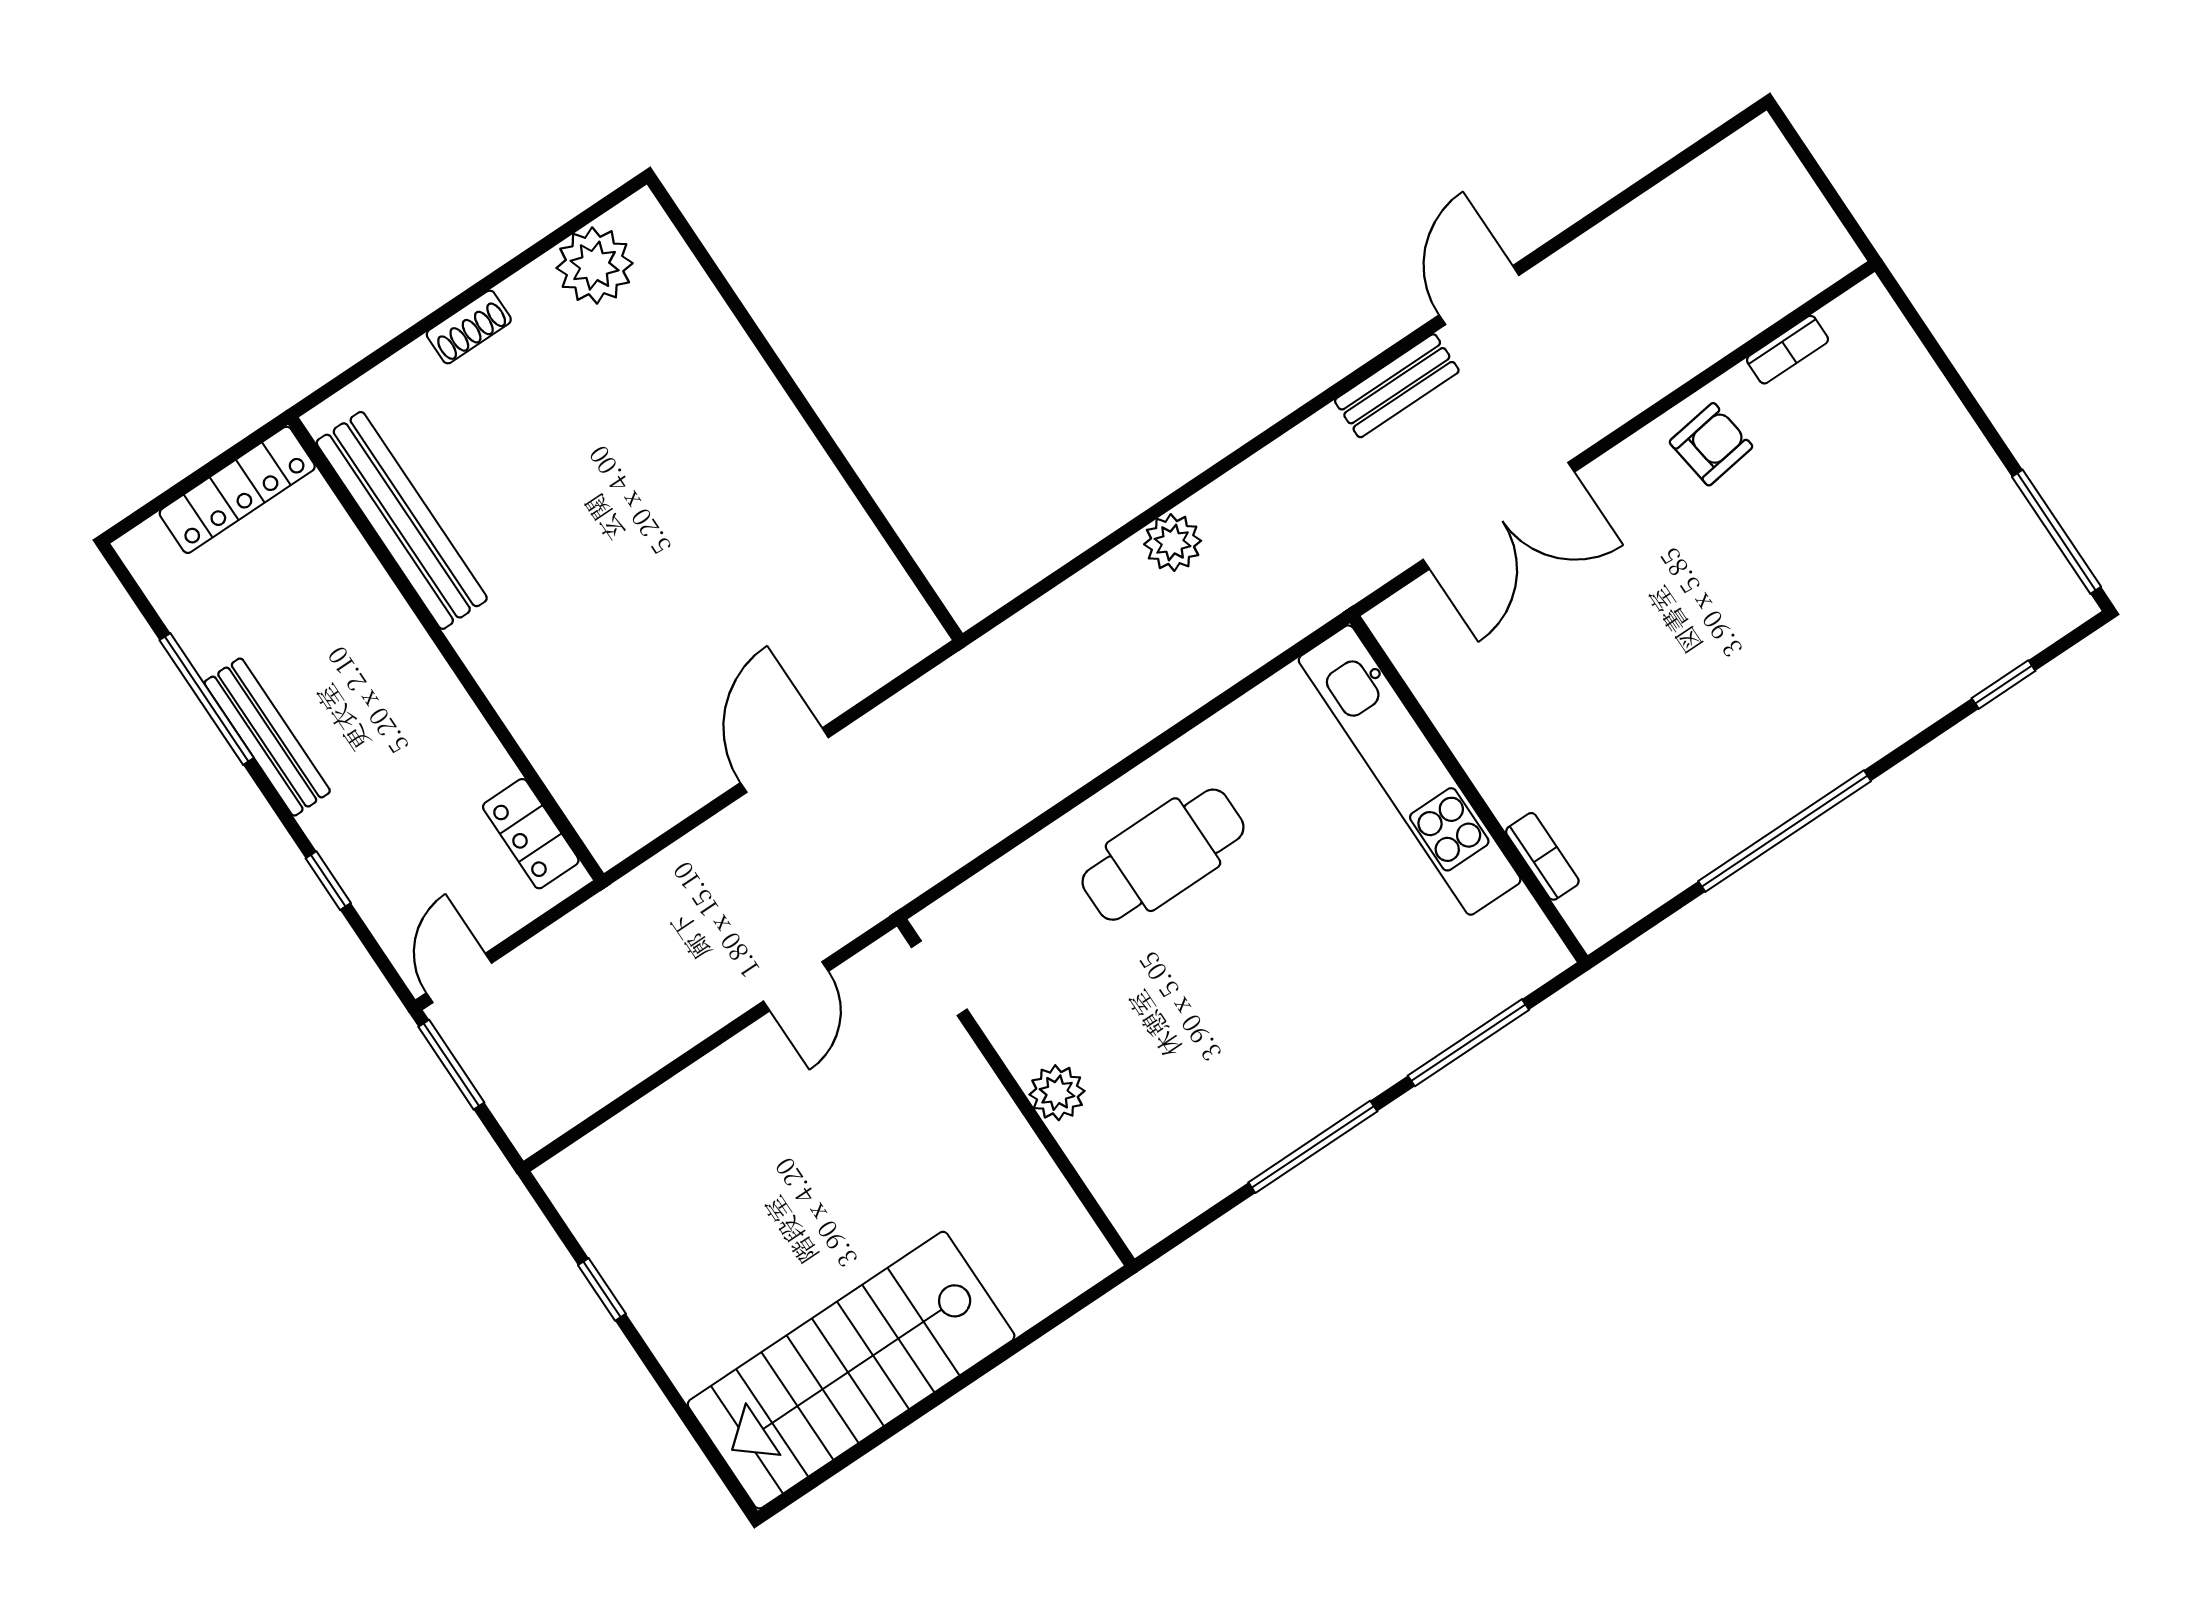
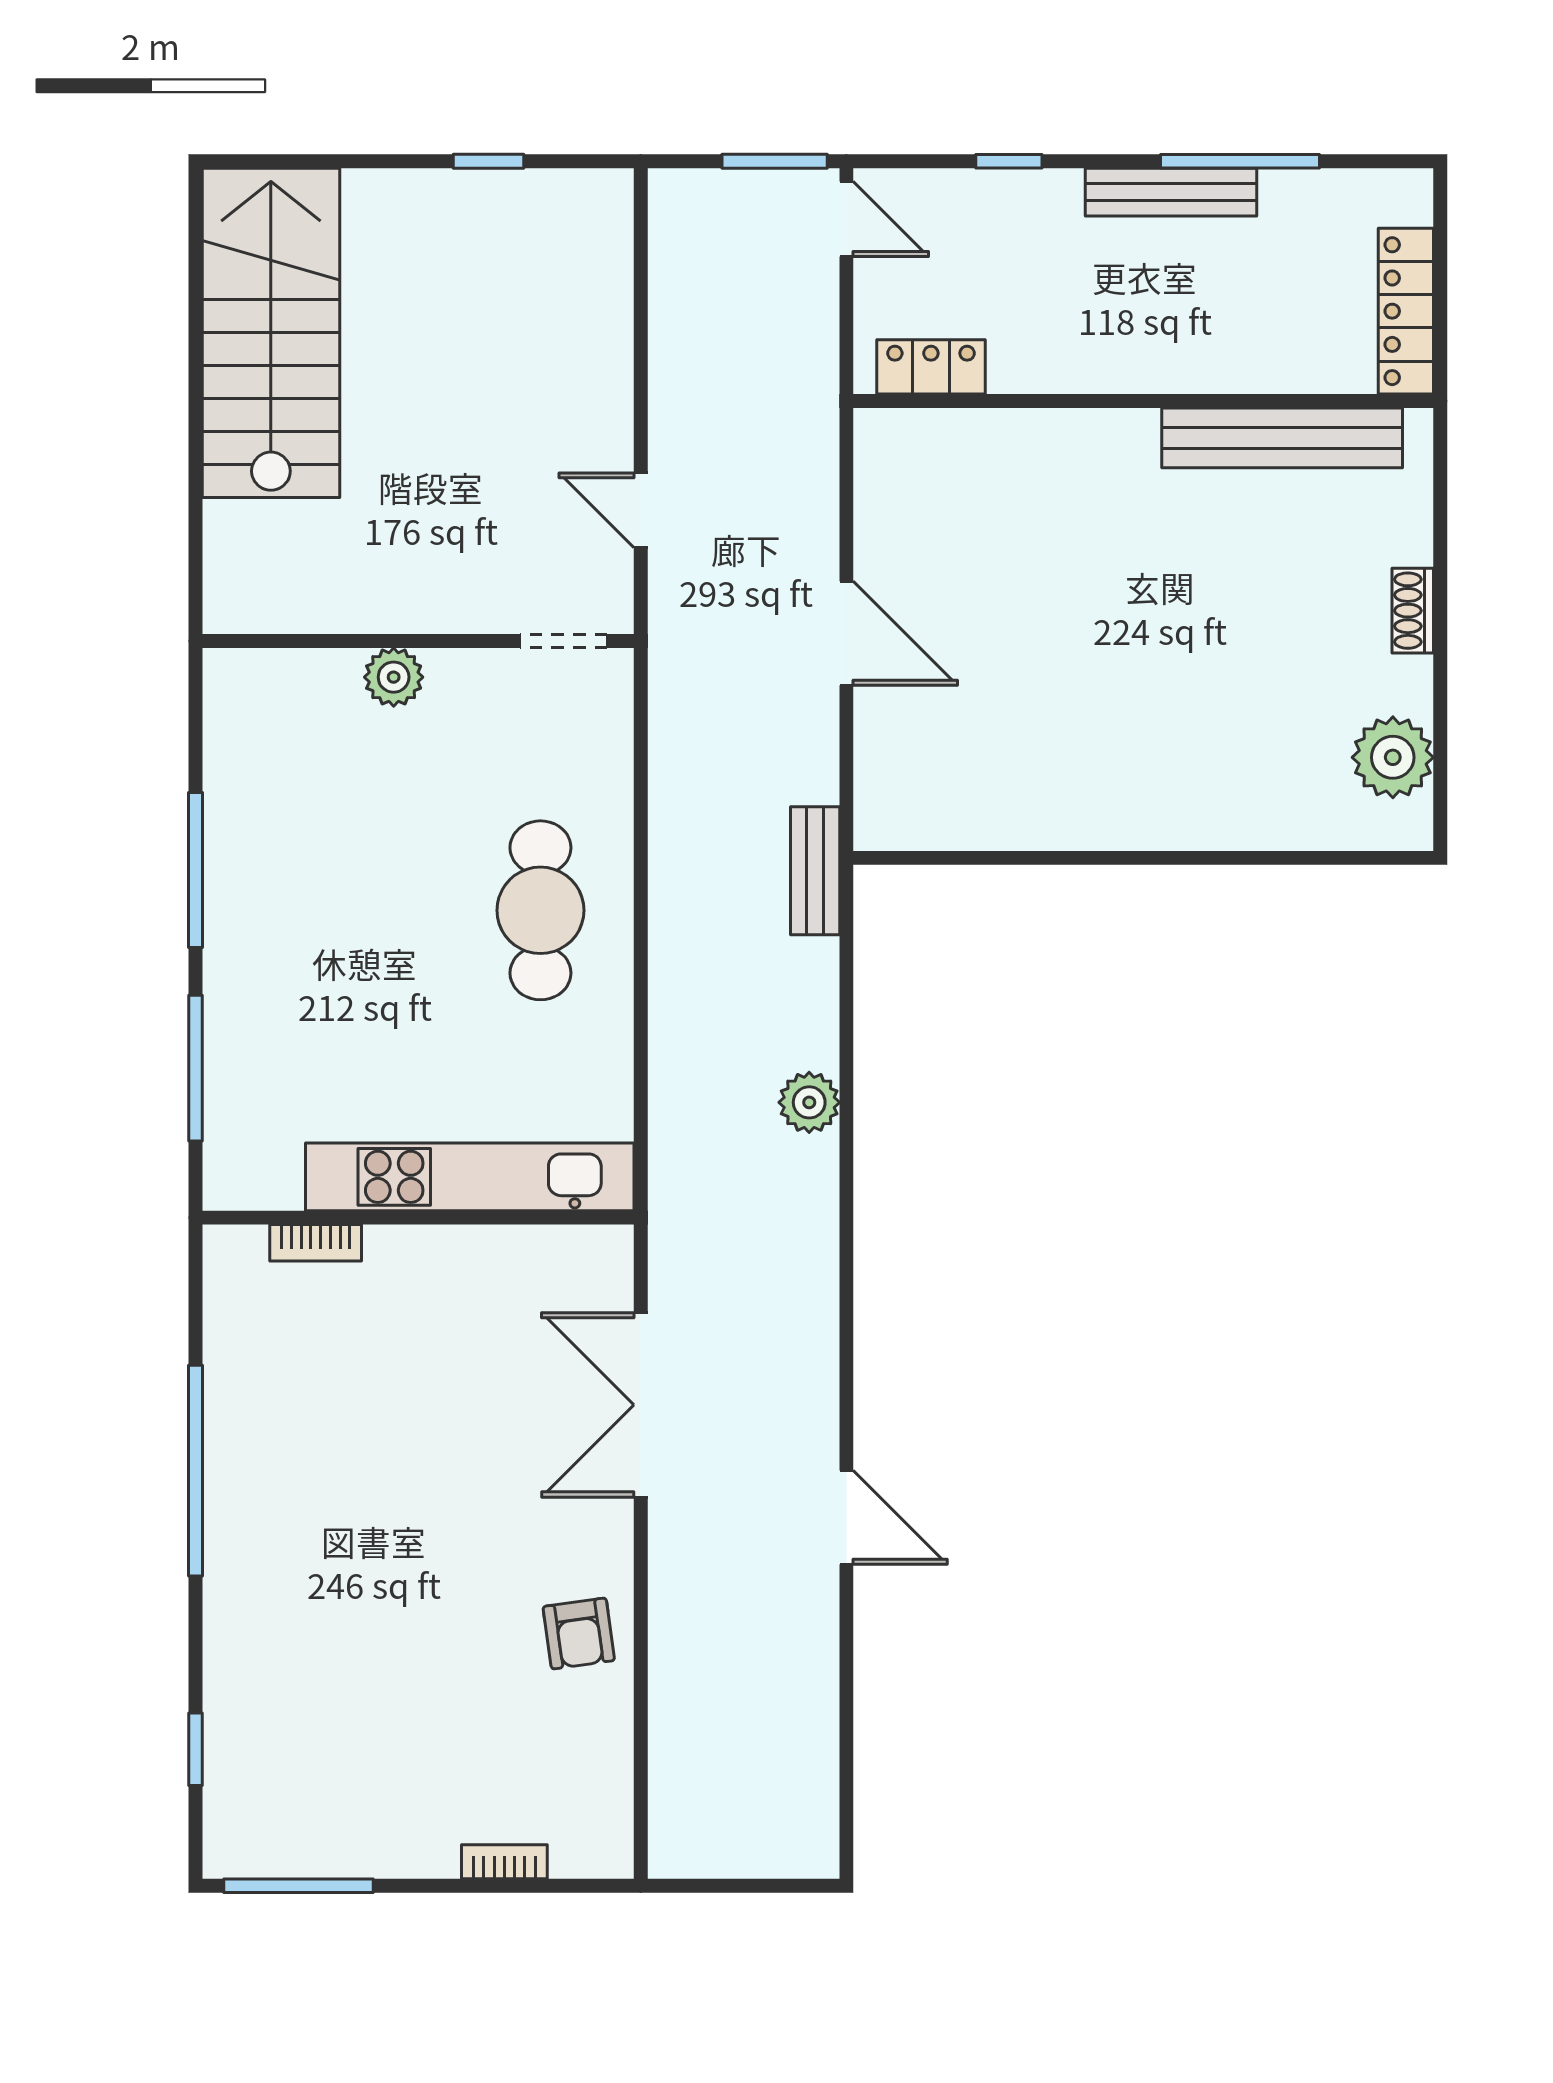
bookcase: (1788, 350) -> (504, 1862), moved, turned 90
bench: (1397, 386) -> (815, 871), moved

